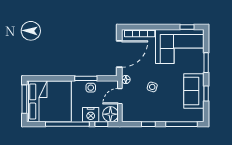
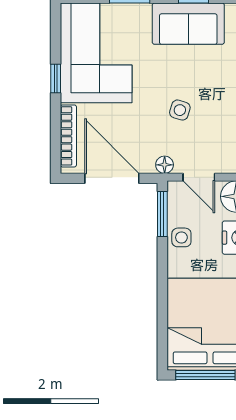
window: (187, 27) -> (56, 78), moved
window: (86, 78) -> (162, 214), moved

